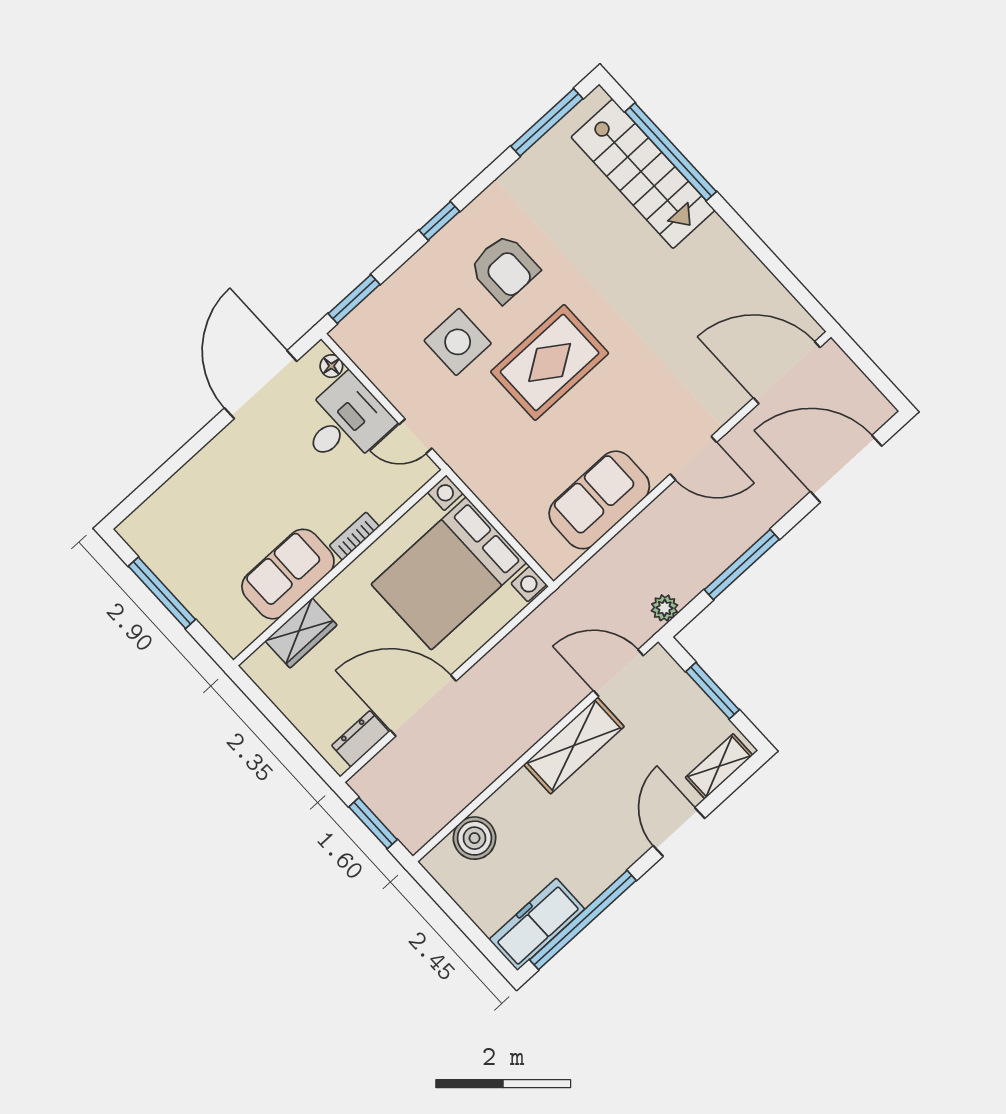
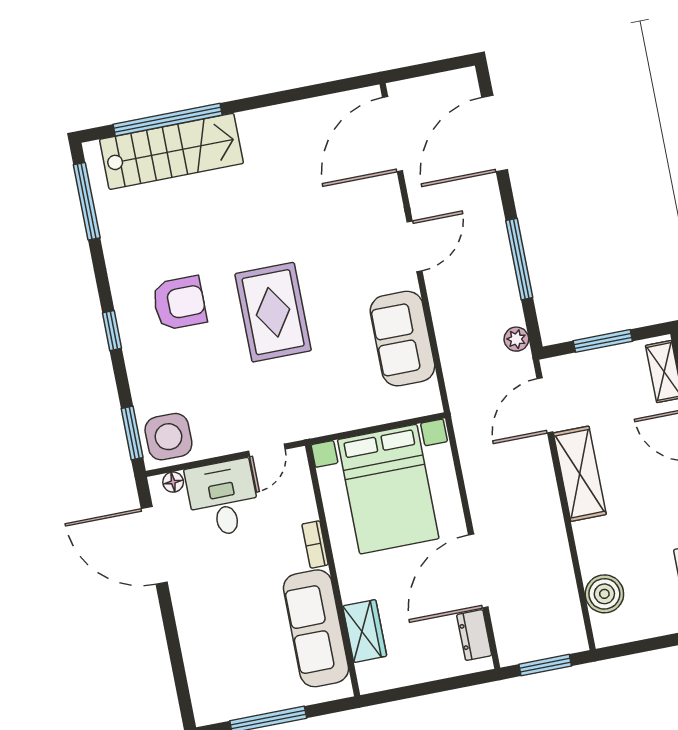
side table: (458, 342) -> (168, 437), moved
sofa: (288, 574) -> (316, 628), width x1.36

